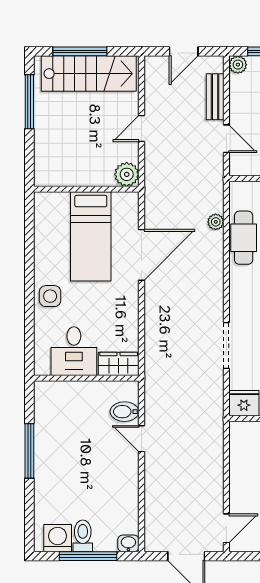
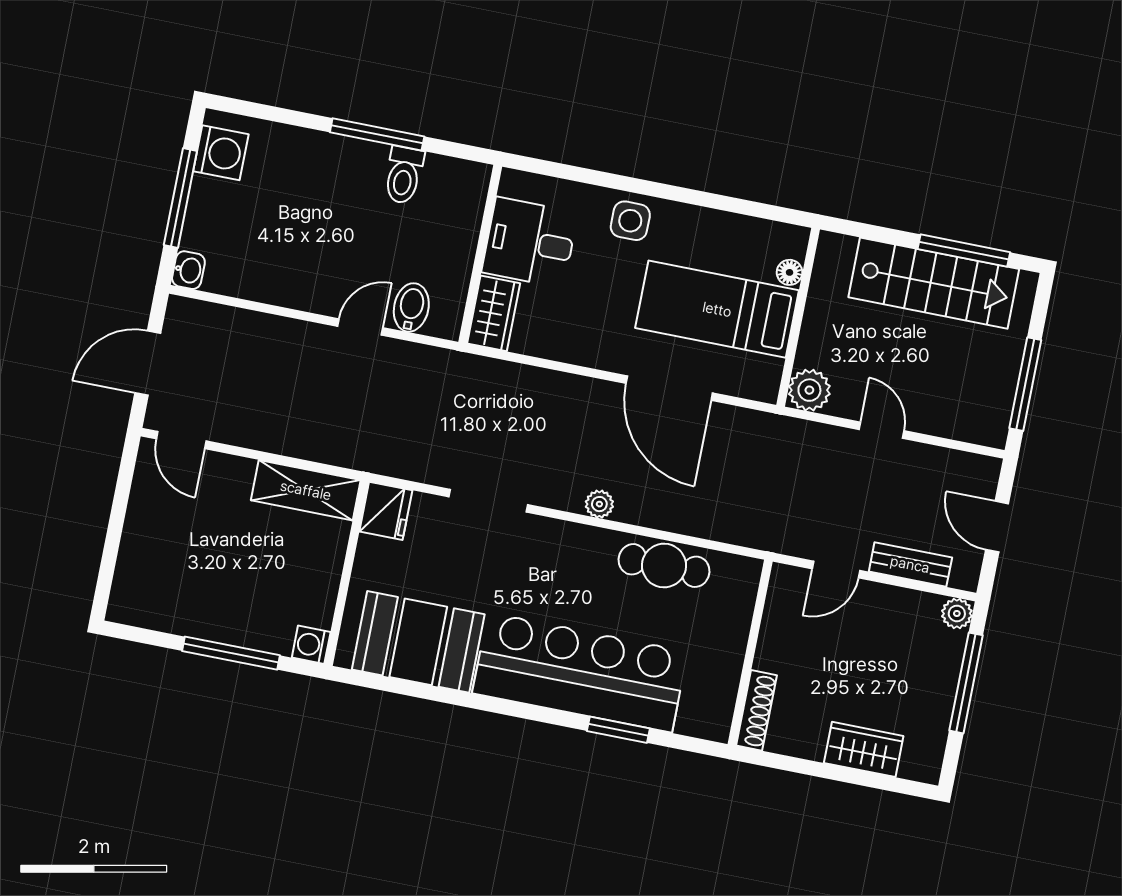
window: (80, 51) -> (1025, 384), moved
stairs: (89, 74) -> (934, 283), moved, turned -90
floor lamp: (62, 199) -> (790, 272), added
plant: (216, 222) -> (599, 504), moved
shelving: (241, 451) -> (306, 490), added
toilet: (83, 536) -> (404, 175), moved, turned 90

